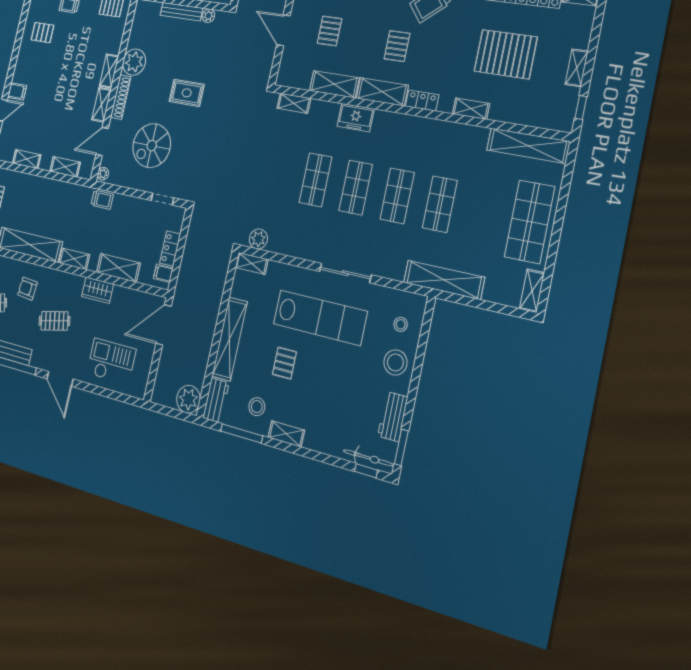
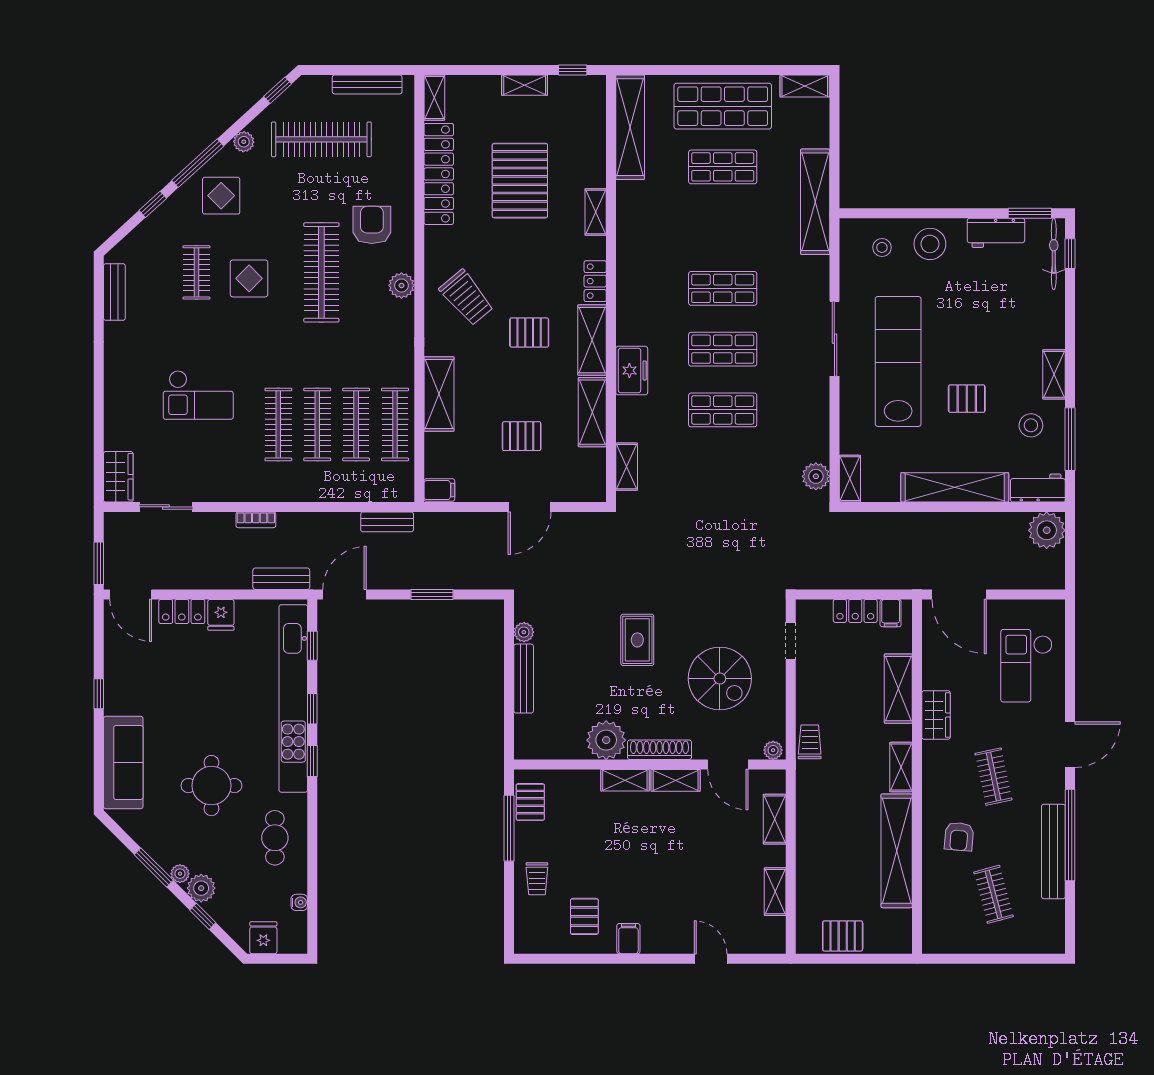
filing cabinet: (17, 91) -> (628, 939), moved
shop shelf: (440, 204) -> (723, 167), moved

